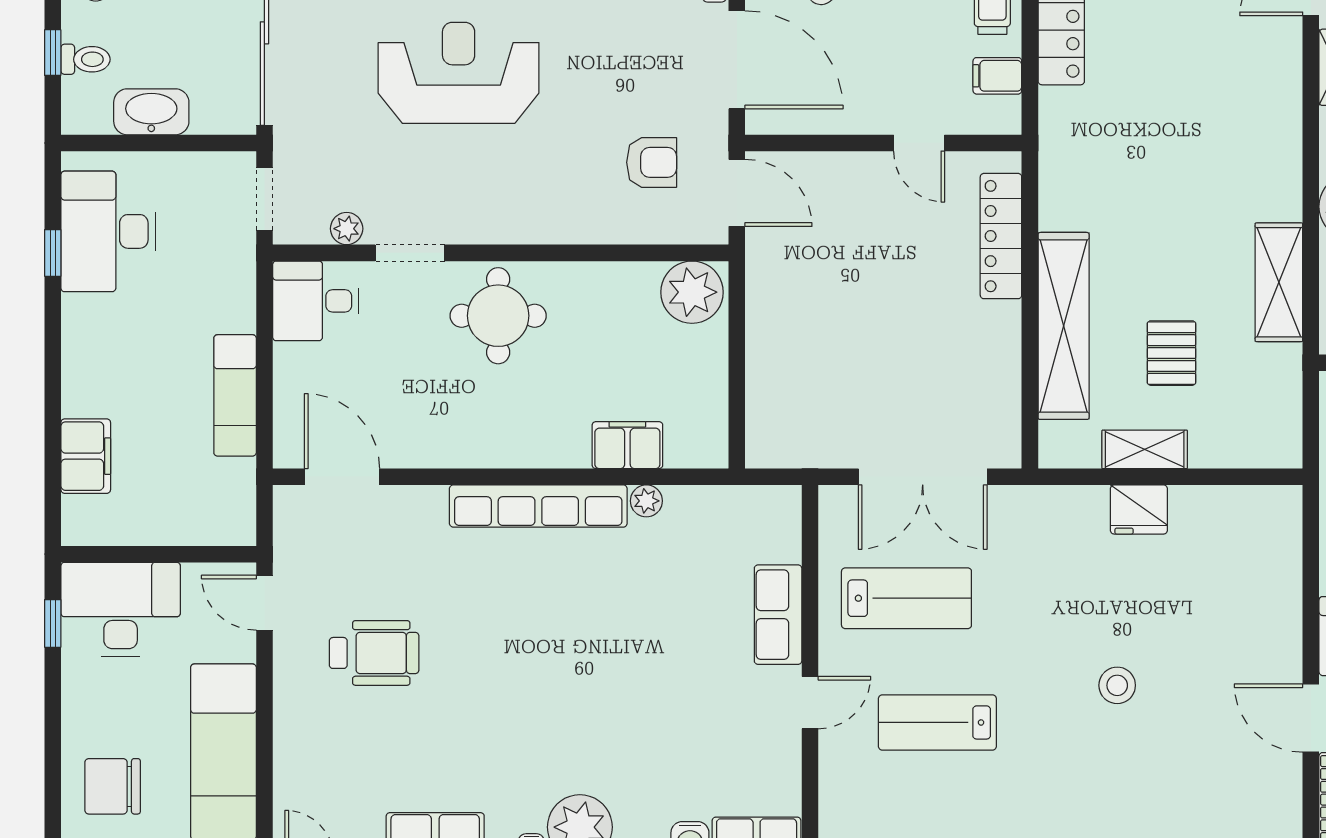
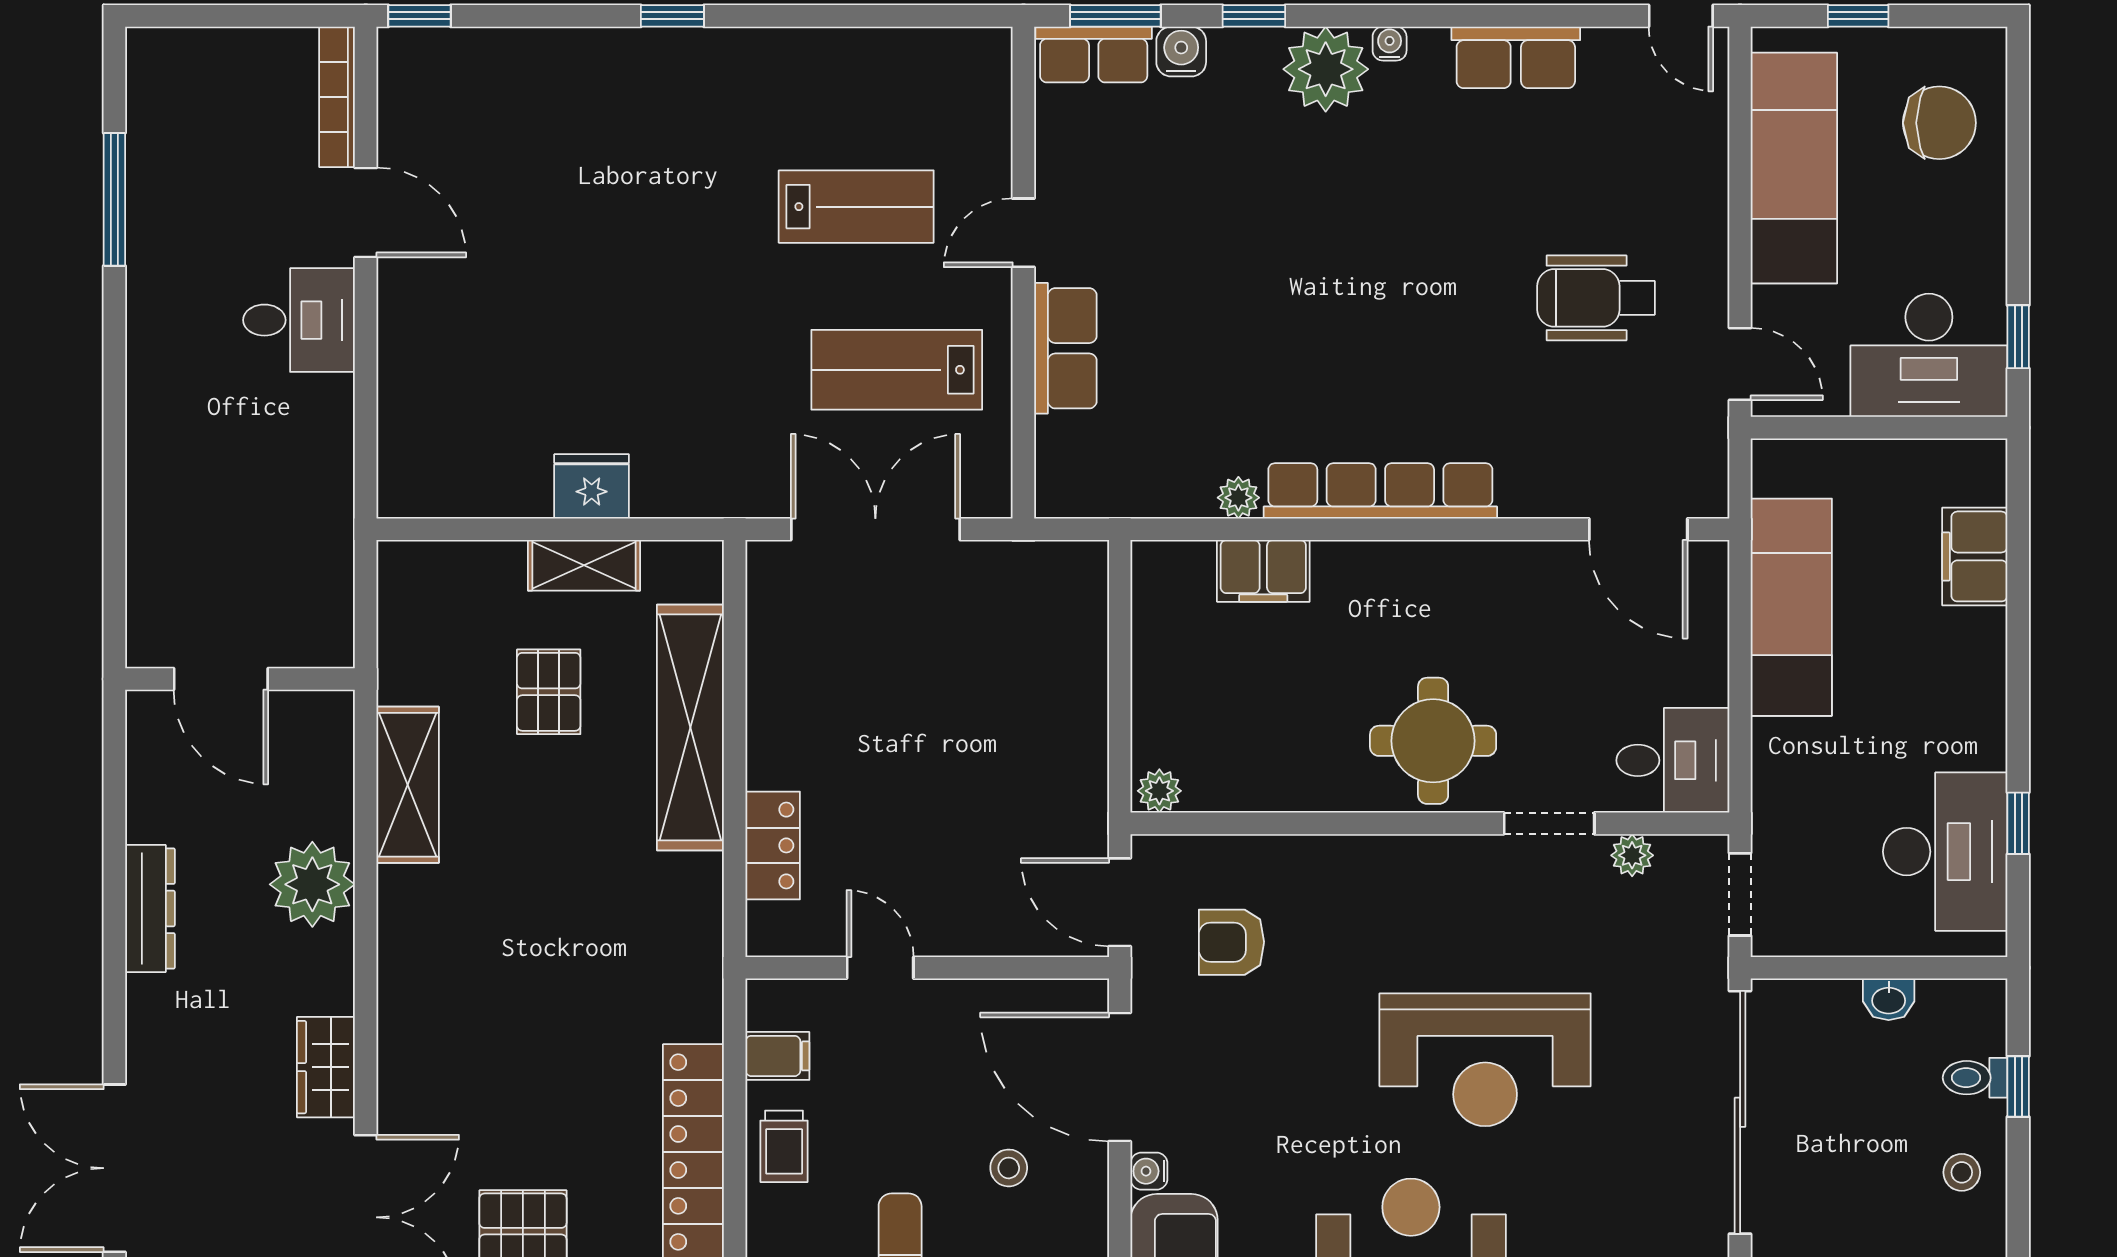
washbasin: (151, 112) -> (1889, 999), width x0.52, depth x0.69
locker: (1001, 236) -> (773, 845), width x0.66
plant: (692, 292) -> (1159, 791), width x0.53, depth x0.53
exam couch: (235, 395) -> (1791, 607), width x1.36, depth x1.45
stool: (1117, 685) -> (620, 255), removed

